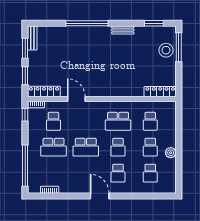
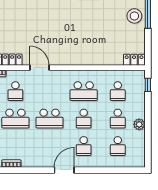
locker: (160, 92) -> (134, 60), width x0.66
window: (179, 115) -> (148, 85), added
door: (100, 196) -> (64, 170), hinge flipped

